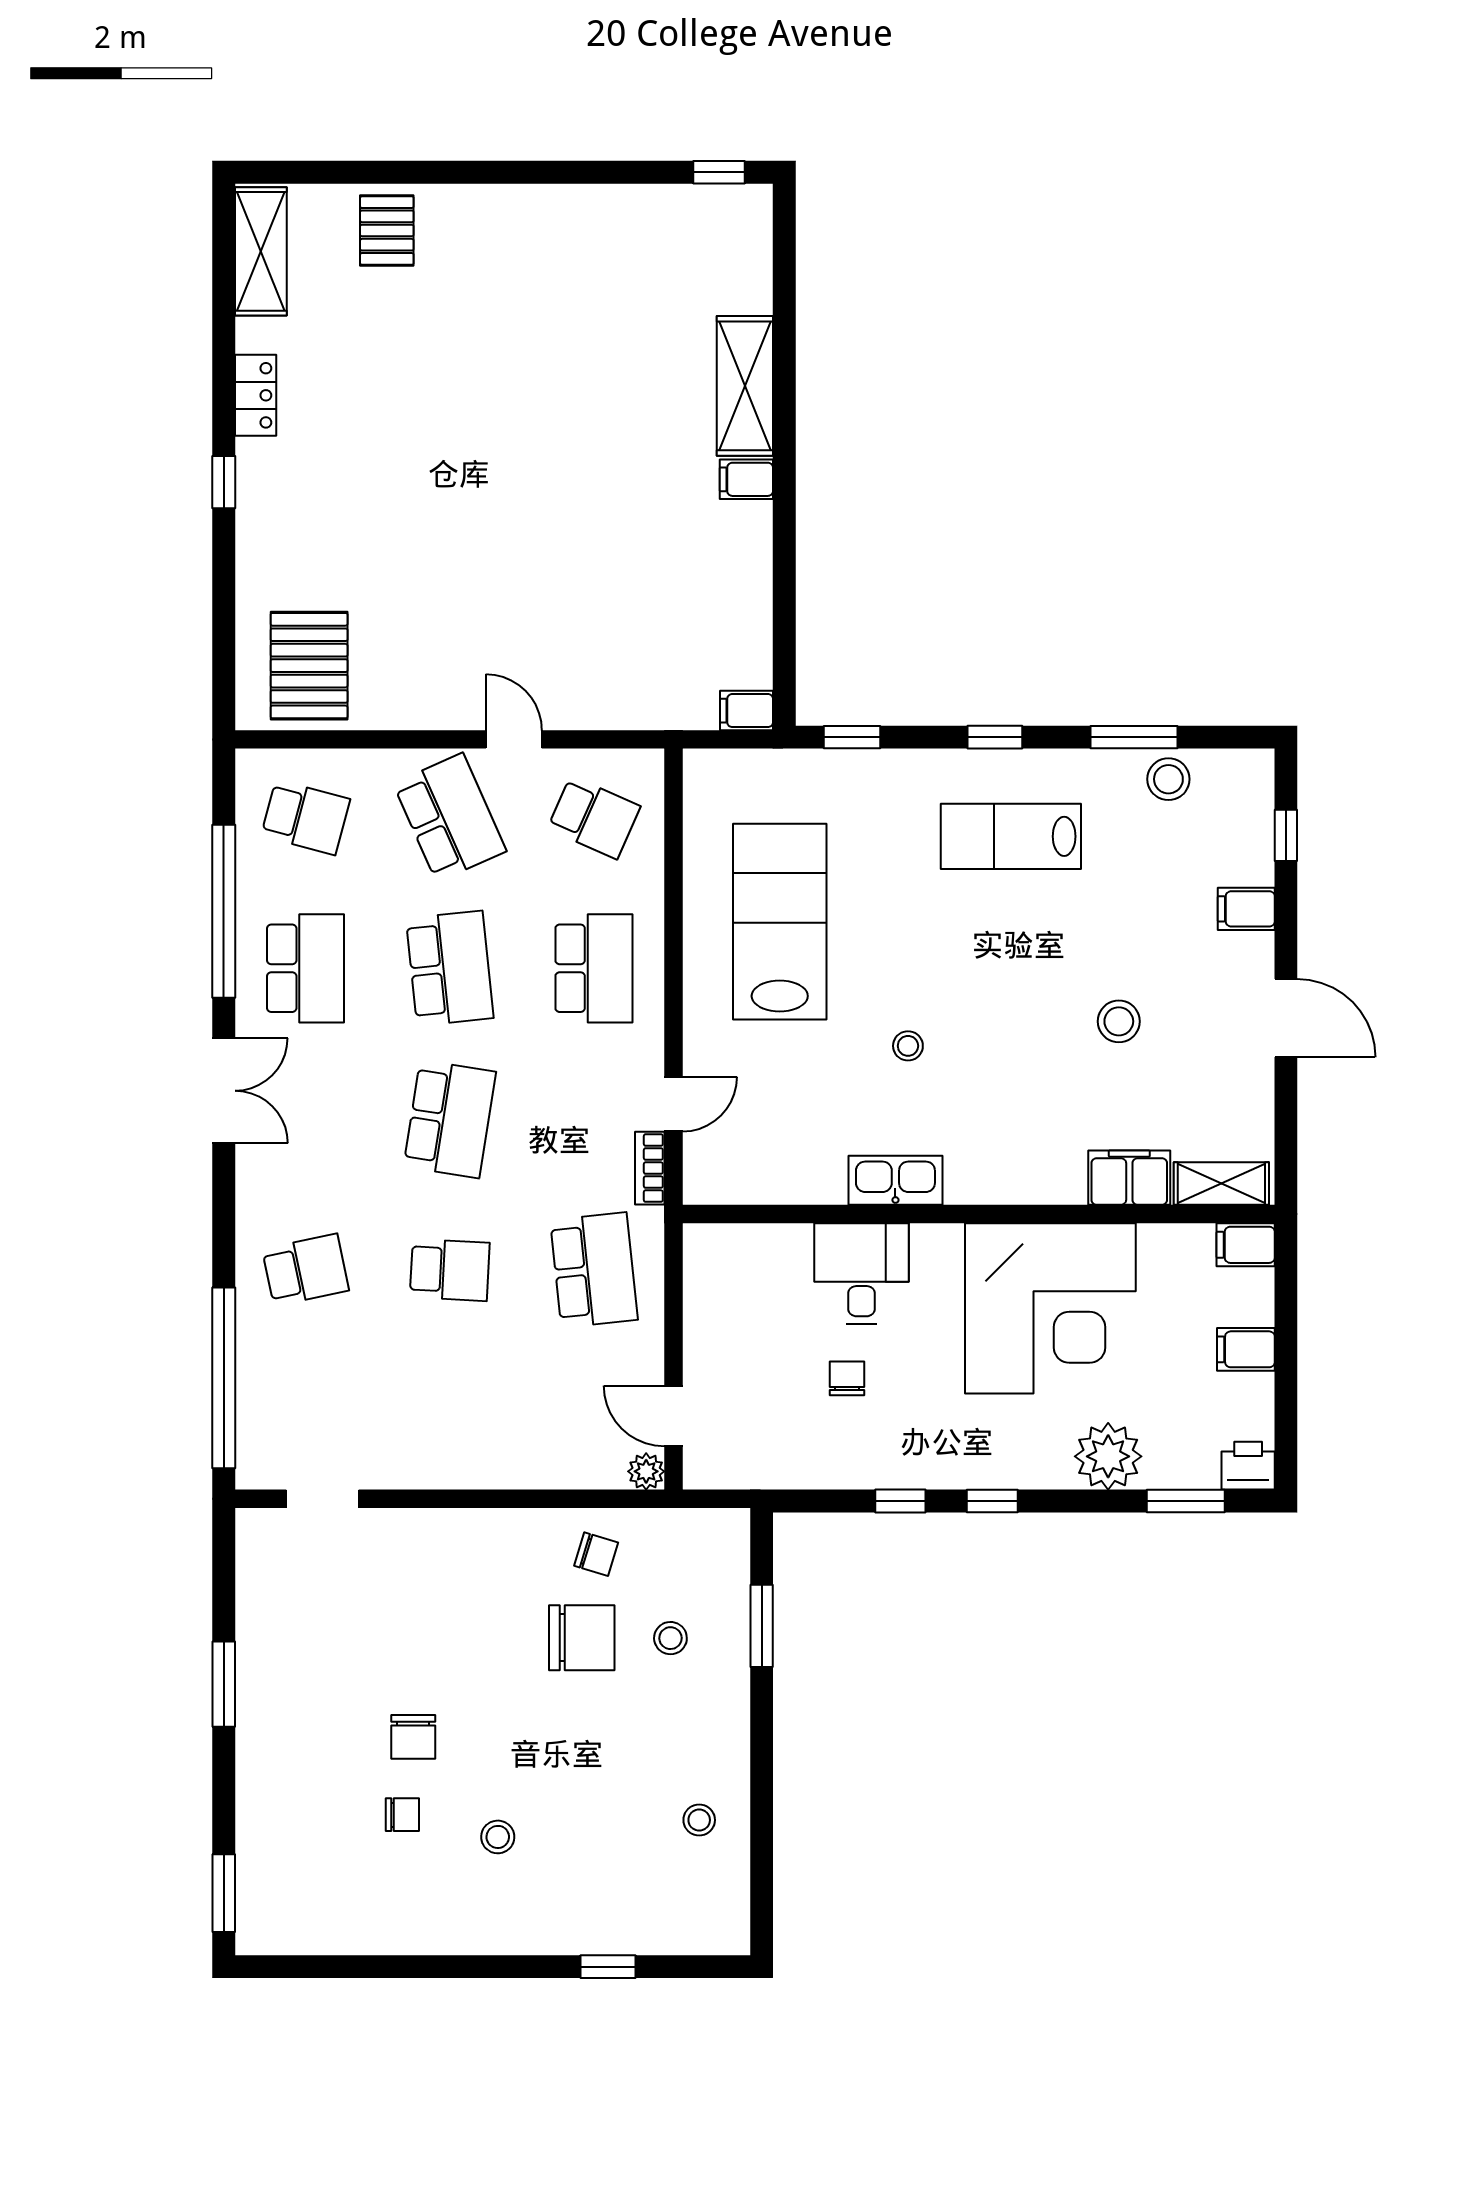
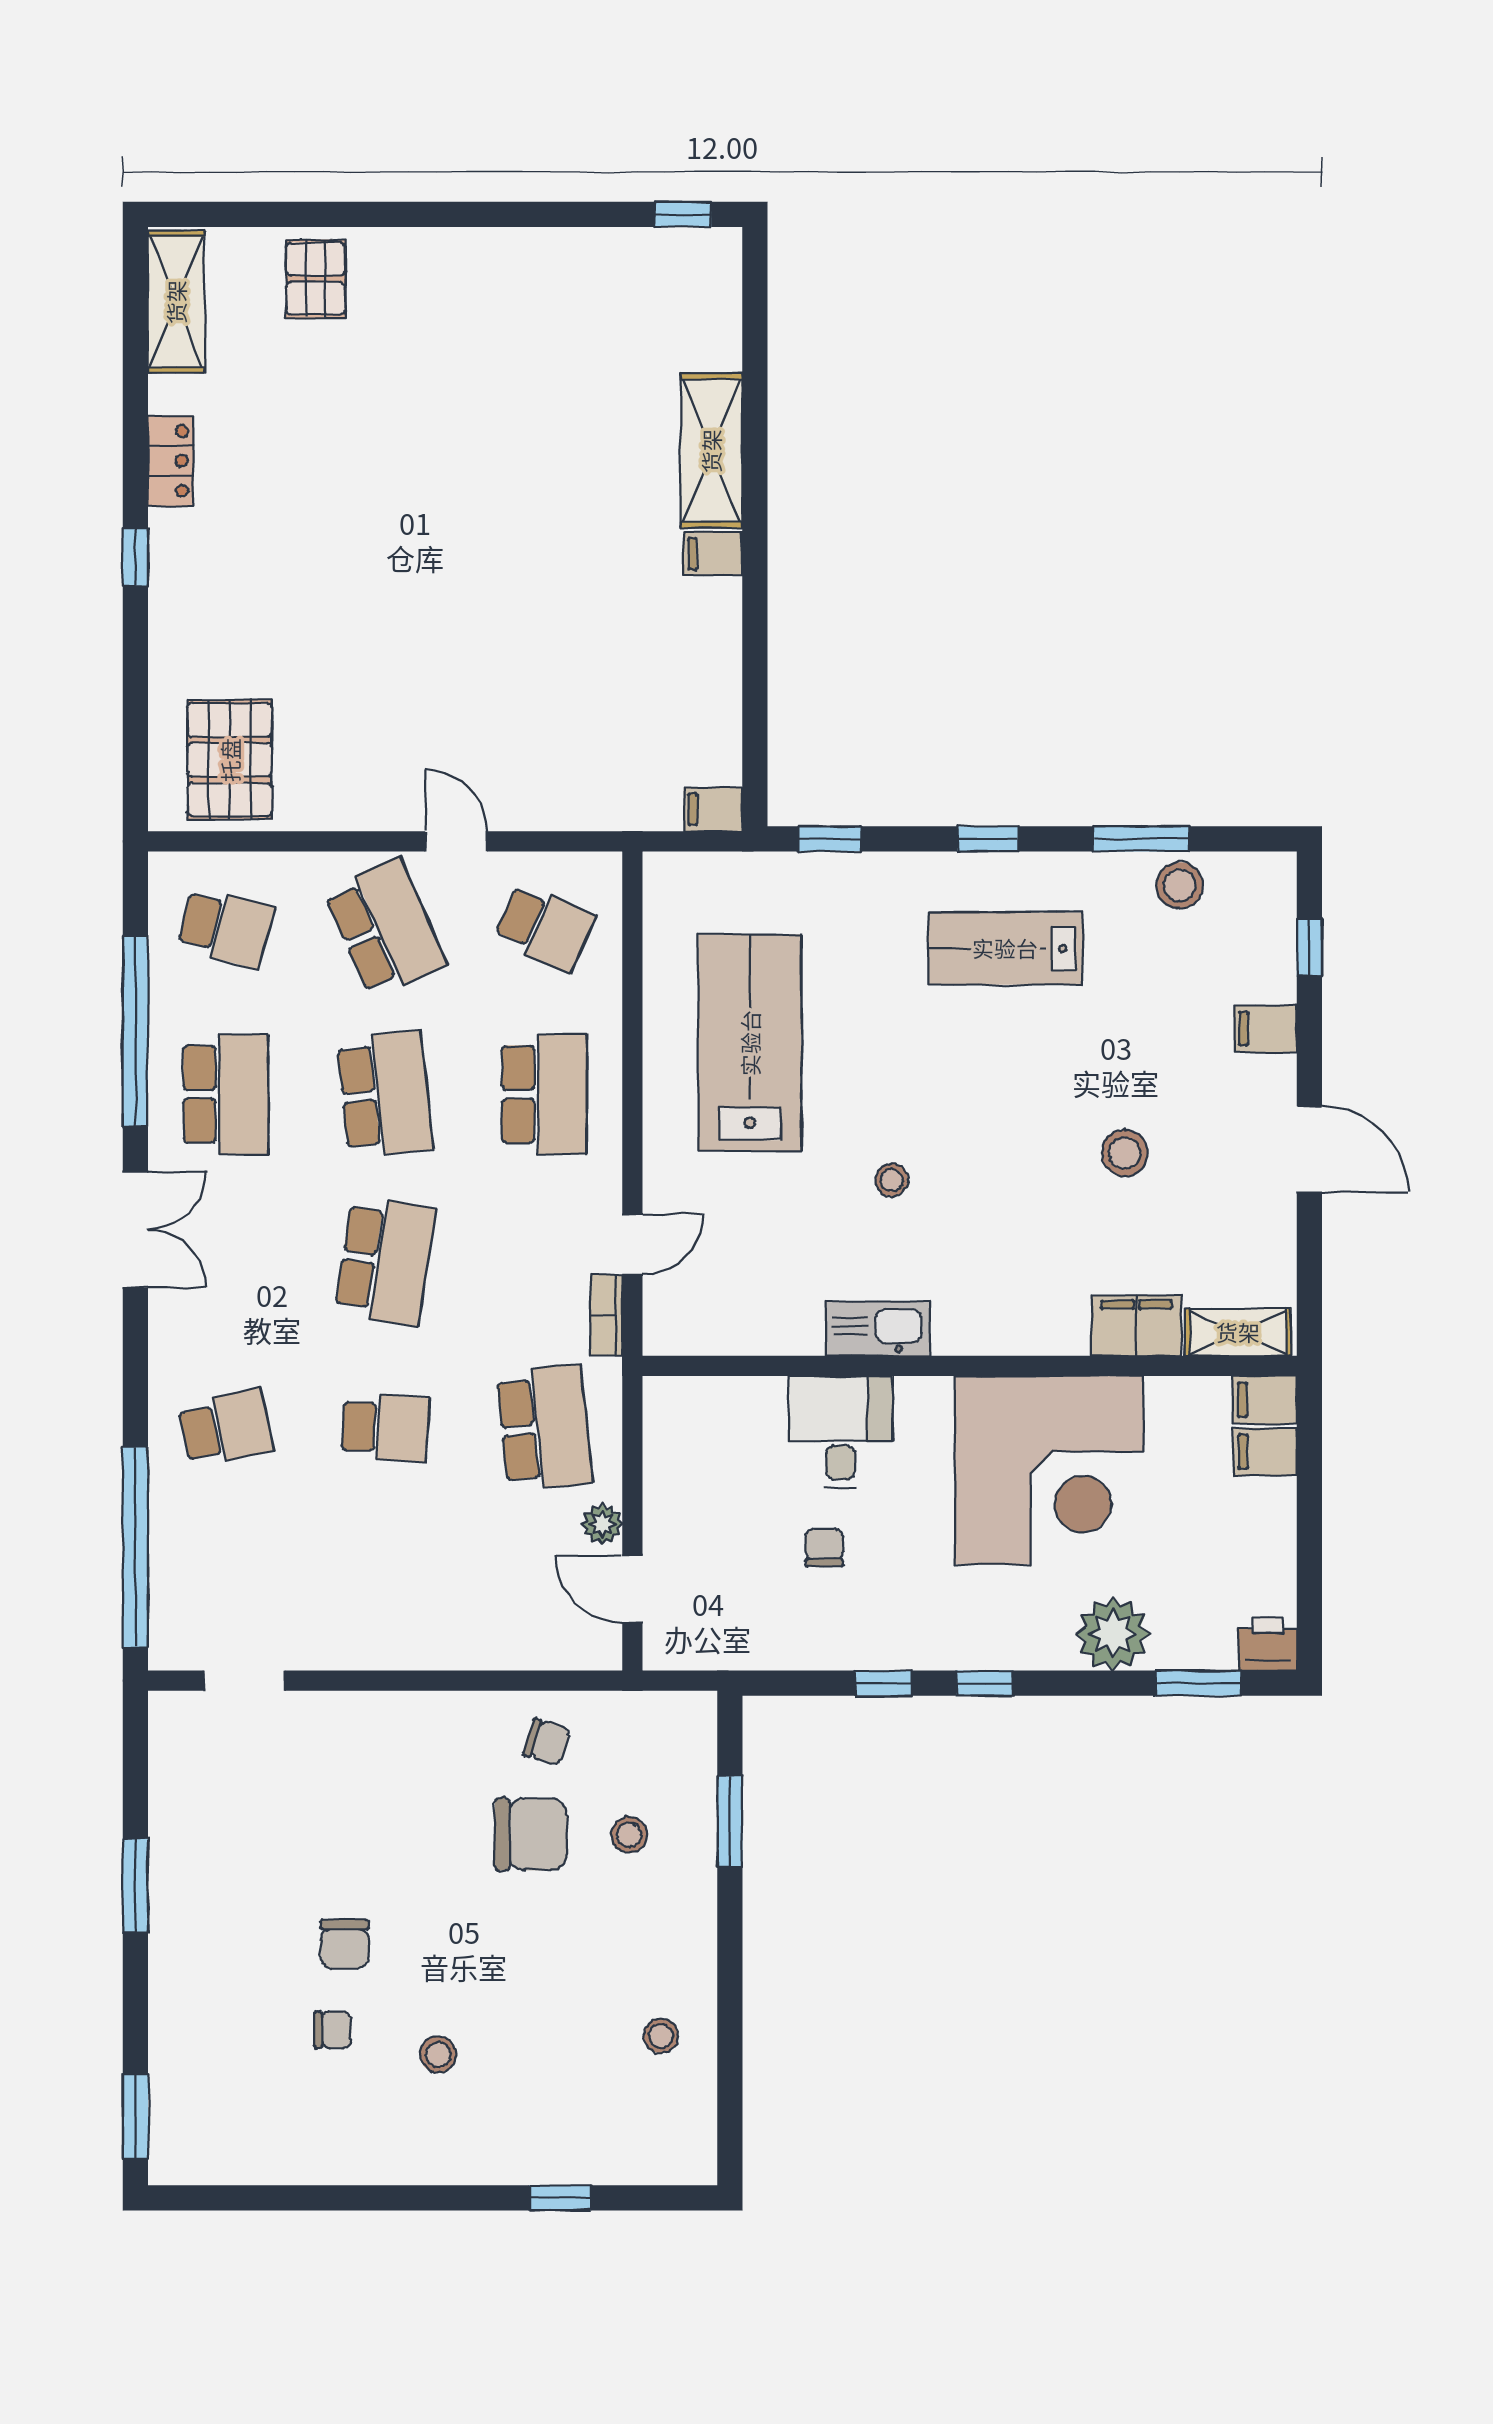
filing cabinet: (1246, 1349) -> (1265, 1452), moved
plant: (646, 1471) -> (602, 1524), moved

